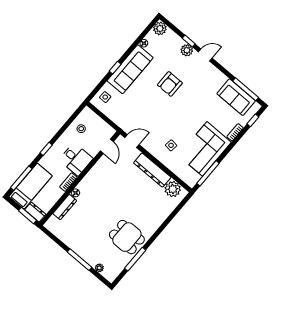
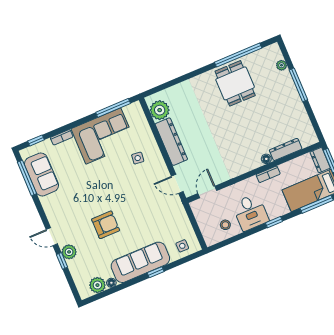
plant: (160, 29) -> (97, 285), moved
desk: (76, 159) -> (250, 212), moved, turned 180
window: (135, 259) -> (238, 55), width x1.46

